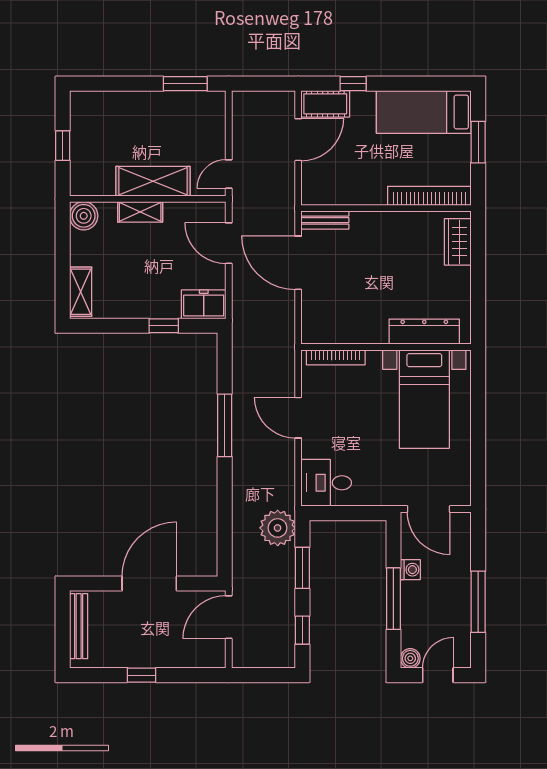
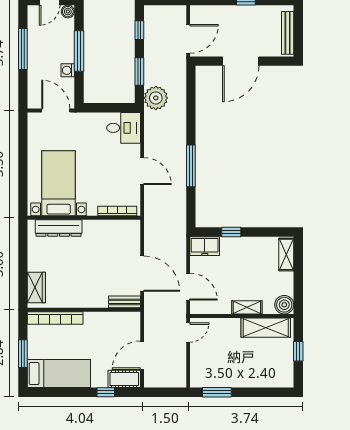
shelving: (153, 181) -> (266, 328), moved

